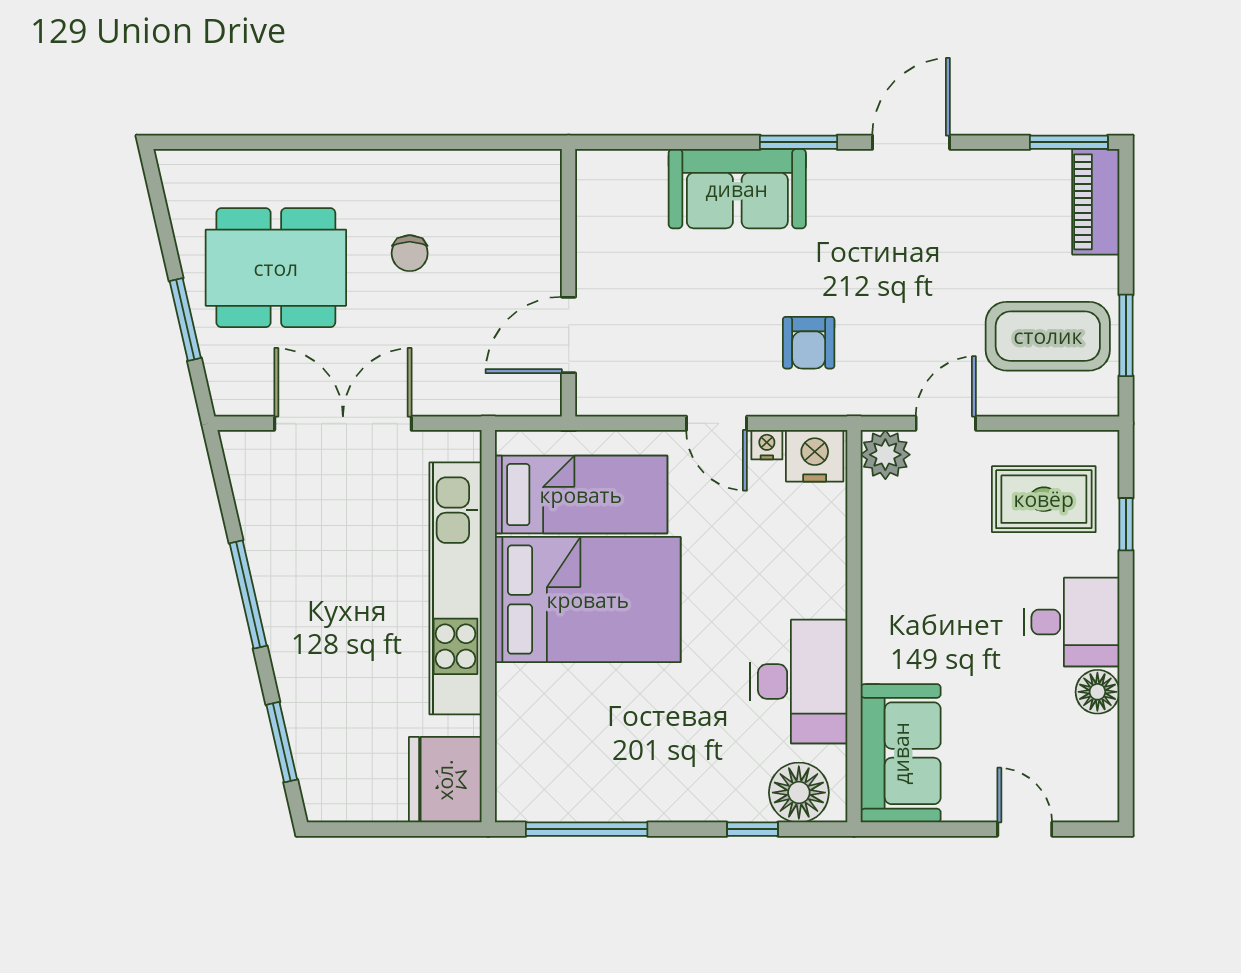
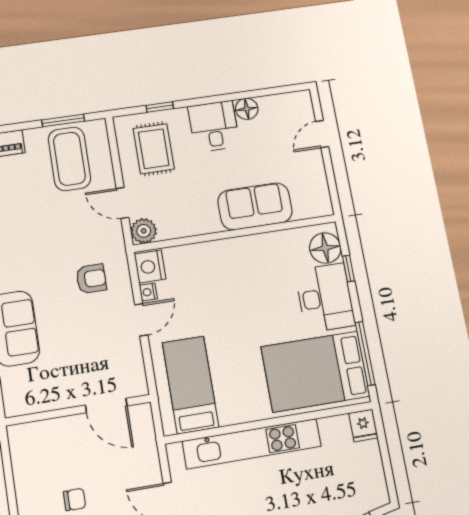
bed: (588, 600) -> (315, 372), moved, turned -90
desk: (799, 681) -> (325, 298), moved, turned 90
sofa: (901, 753) -> (255, 206), moved
fridge: (445, 780) -> (363, 426), width x0.53, depth x0.75

